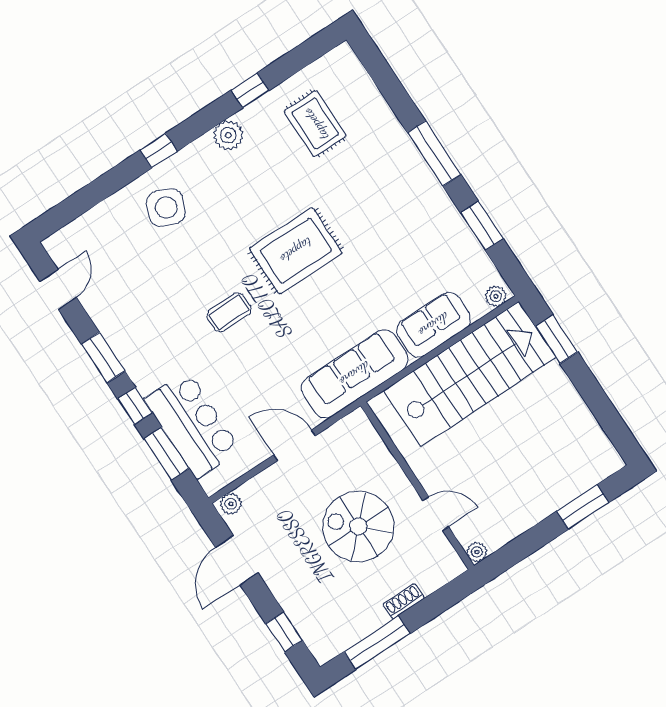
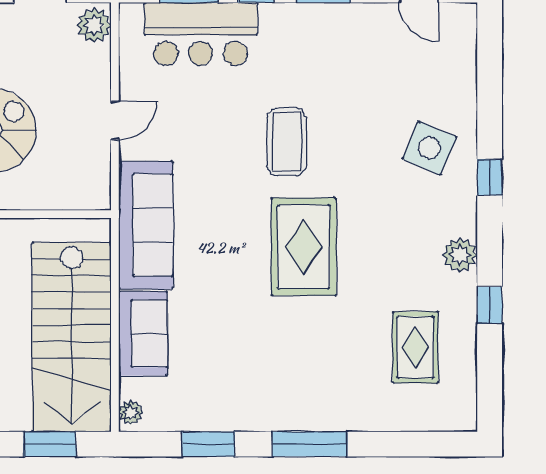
rug: (315, 124) -> (415, 347), turned 90
coffee table: (229, 312) -> (287, 142), width x1.36, depth x1.30
door: (295, 445) -> (115, 121), width x0.73
plant: (231, 504) -> (94, 25), width x1.38, depth x1.38

